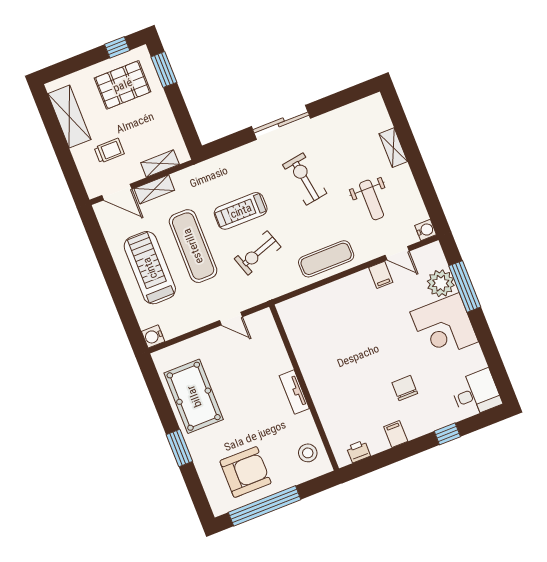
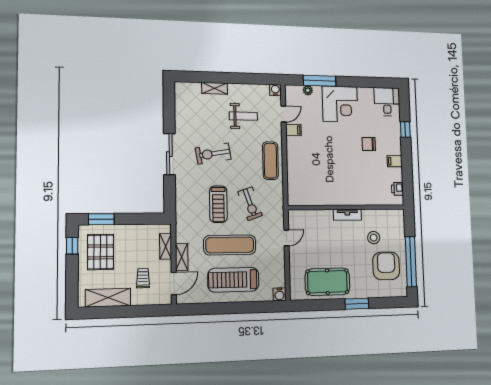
plant: (441, 283) -> (308, 90), width x0.53, depth x0.53
stool: (308, 453) -> (374, 238), moved

